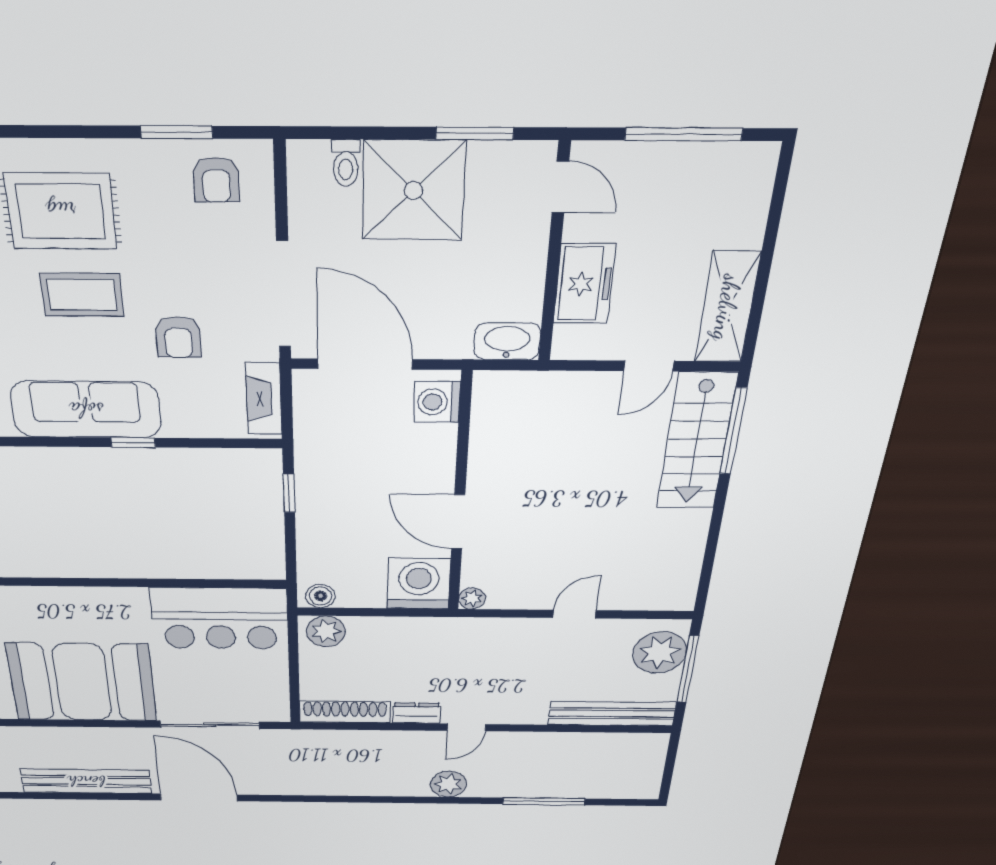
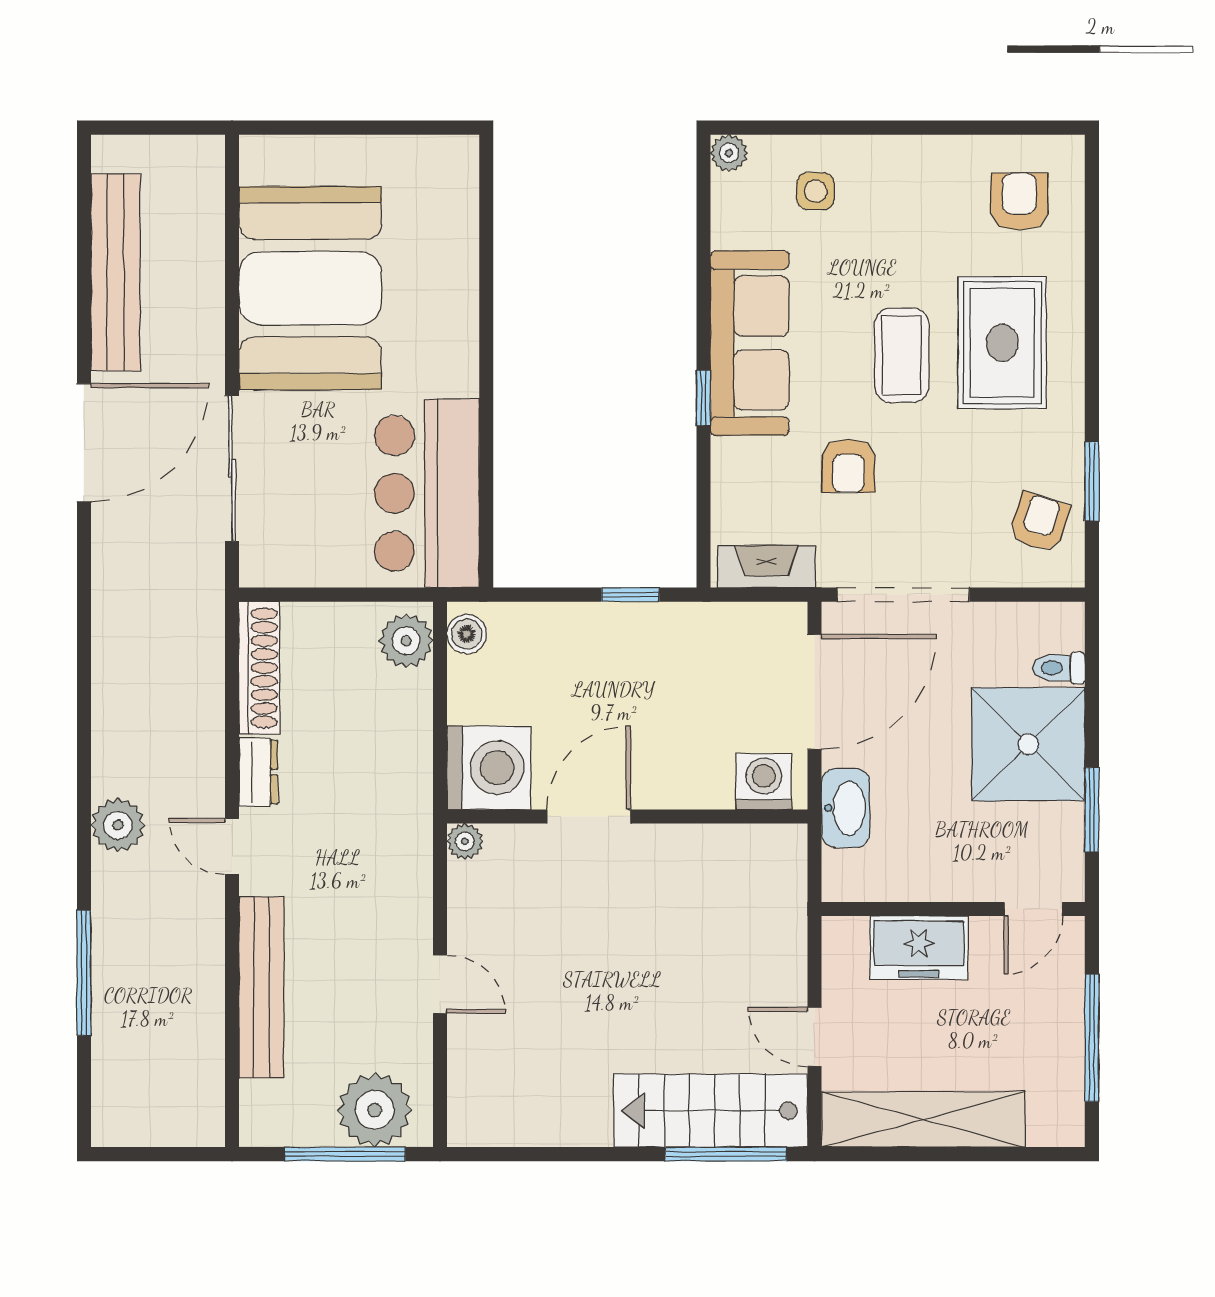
armchair: (216, 180) -> (1039, 522), turned 108
shelving: (727, 307) -> (923, 1119), width x1.47
armchair: (178, 337) -> (848, 466), turned -90
washbasin: (507, 341) -> (846, 808), moved
bench: (612, 714) -> (261, 987), moved

